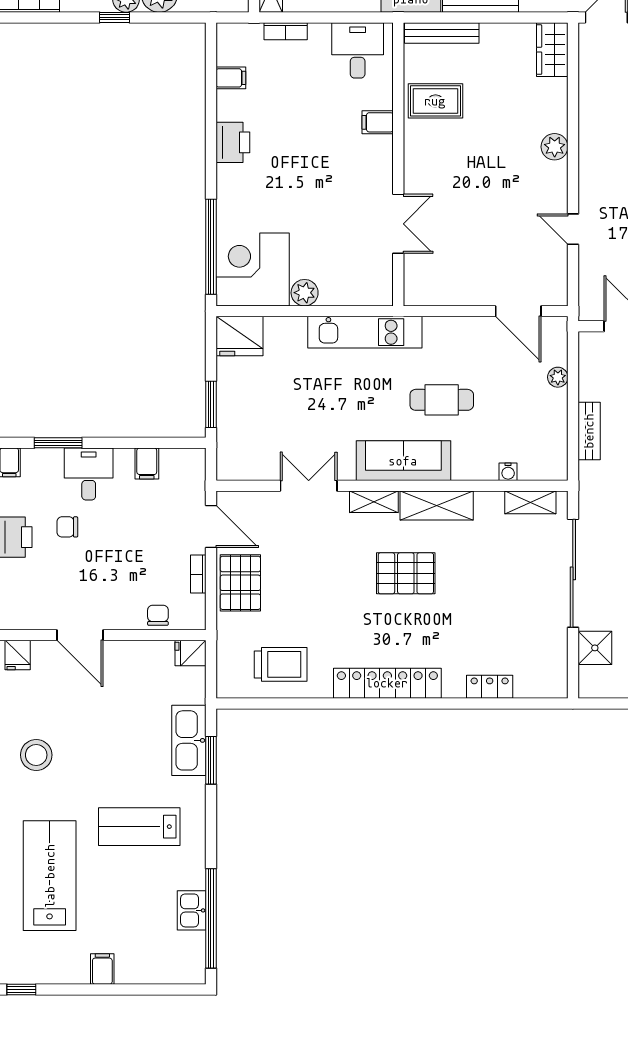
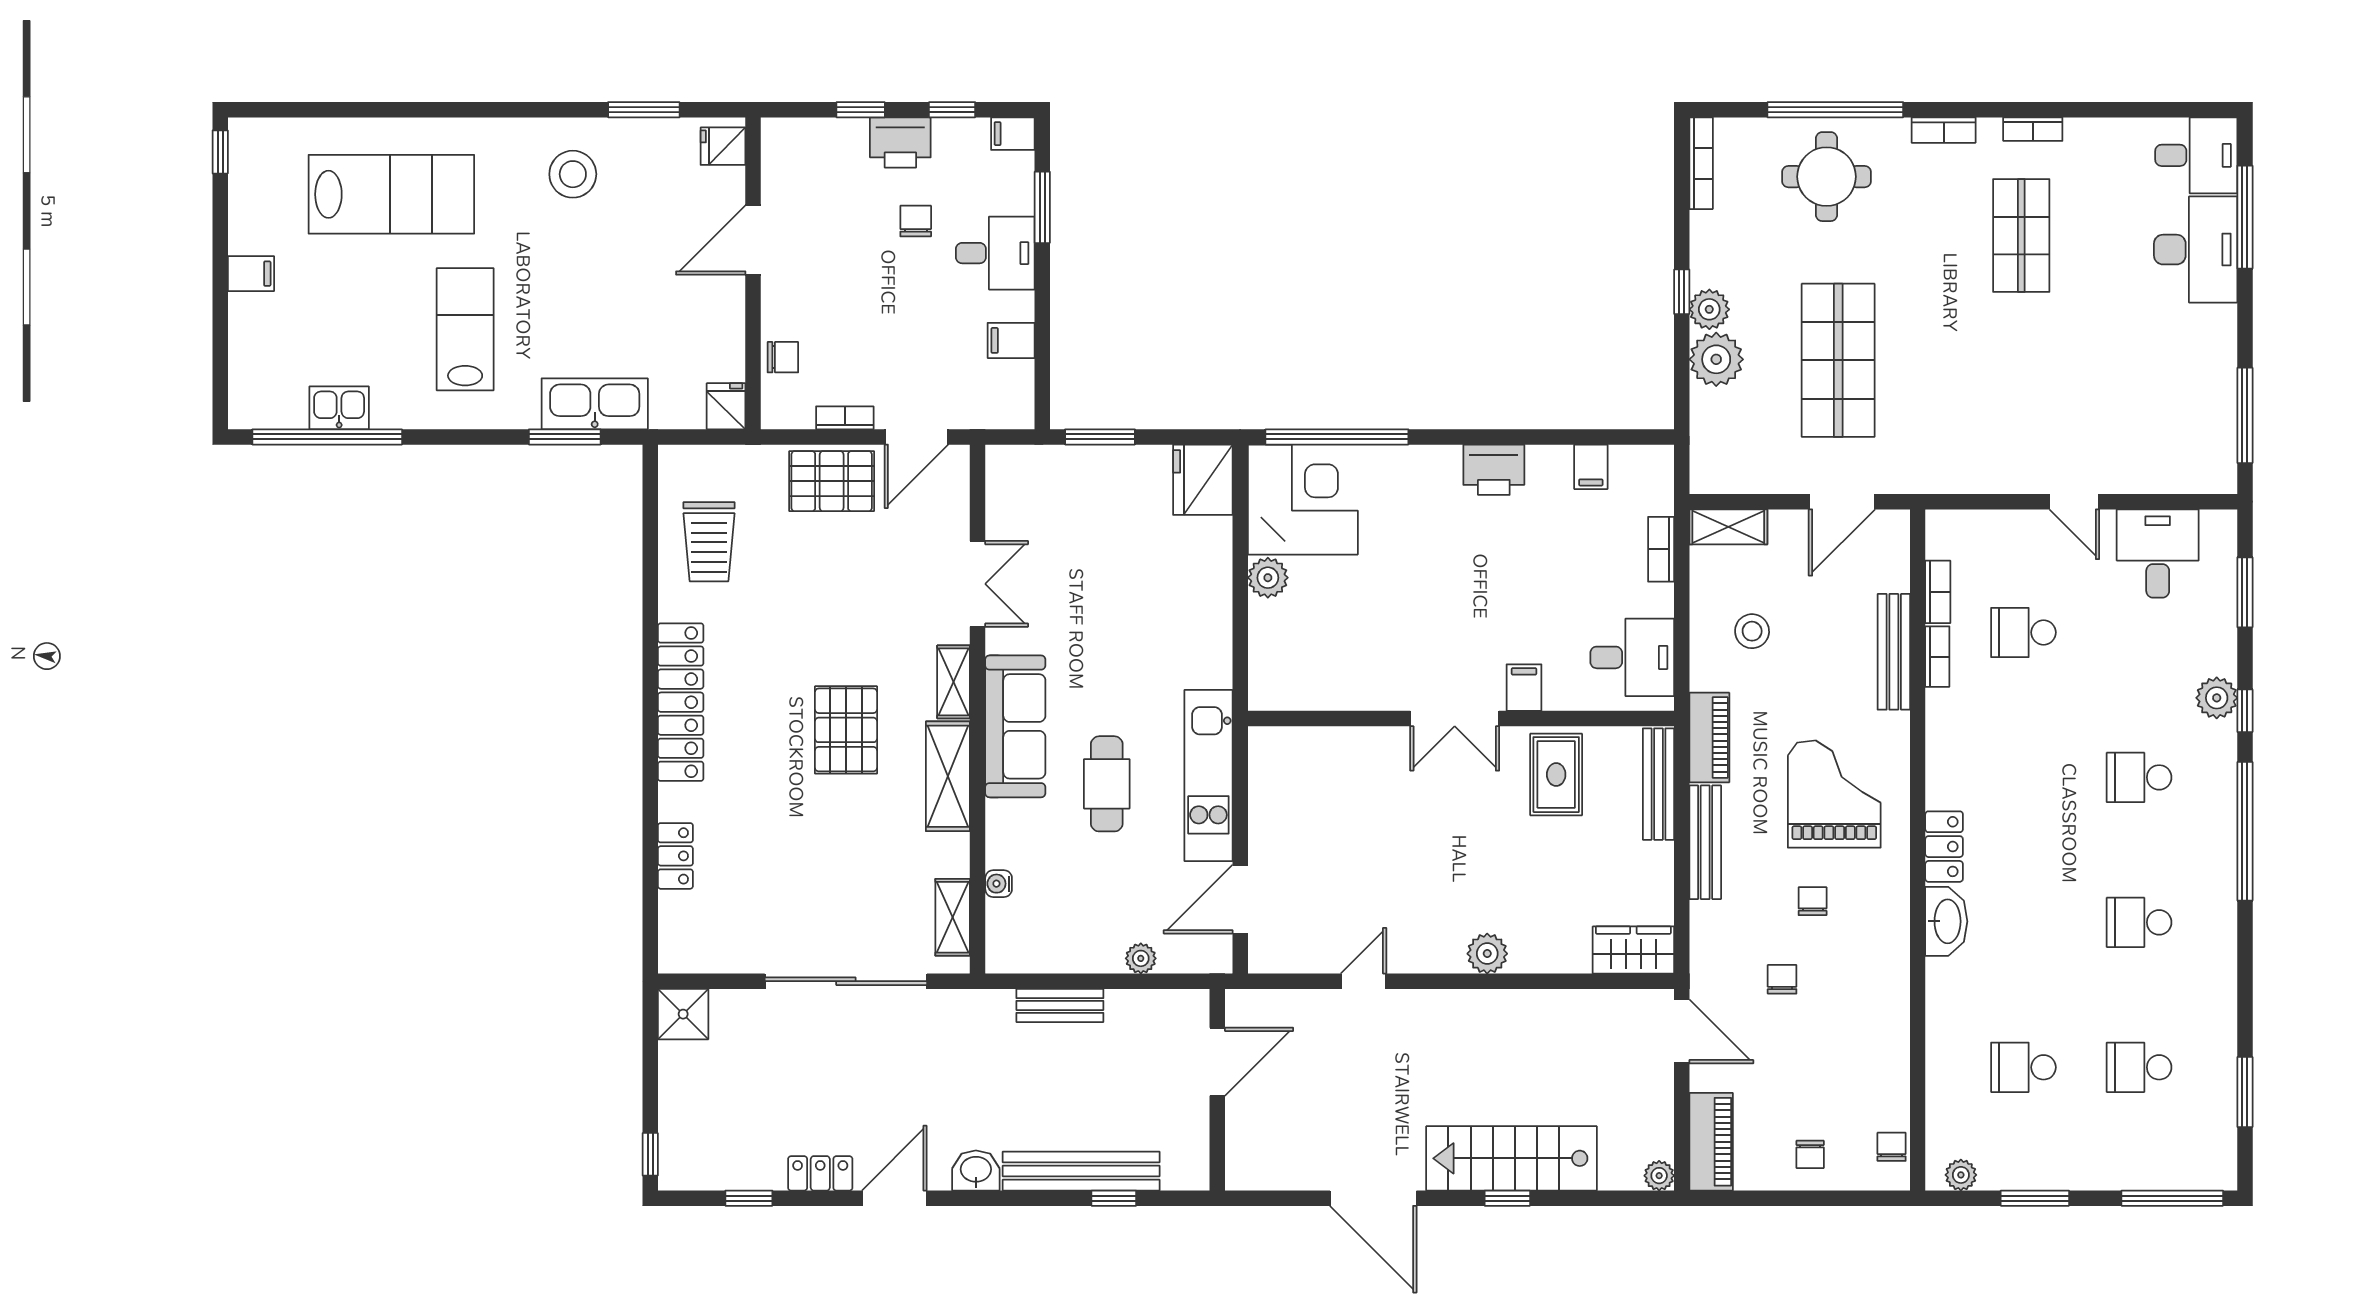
double door: (398, 224) -> (1455, 719), moved
kitchen unit: (365, 332) -> (1208, 775), moved
shower: (595, 648) -> (683, 1014), moved

